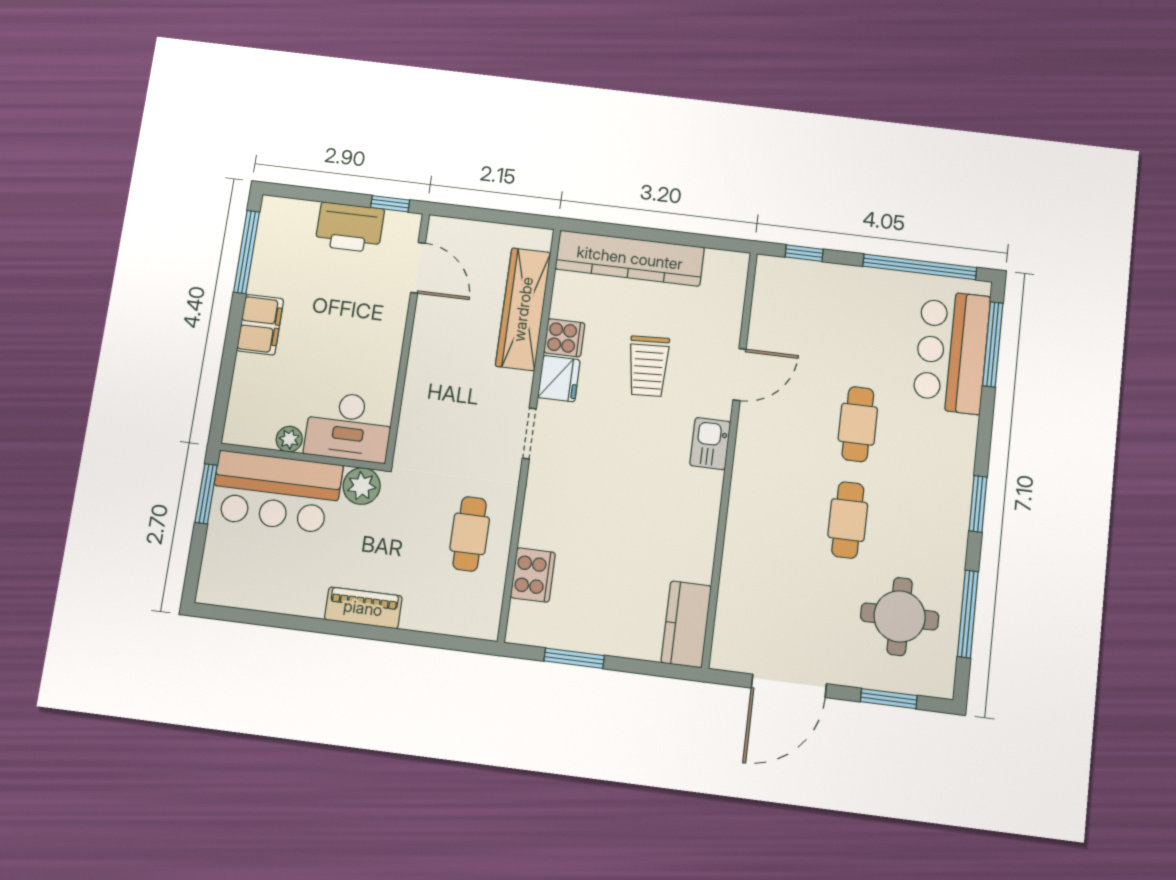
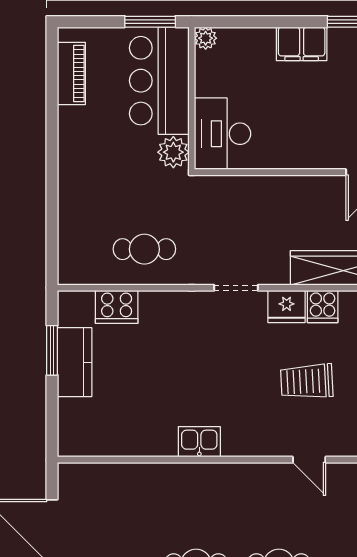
door: (740, 375) -> (309, 460), width x0.73
plant: (289, 439) -> (206, 38), moved
kitchen sink: (710, 444) -> (199, 442), moved
piano: (363, 608) -> (71, 74), moved
kitchen counter: (686, 624) -> (75, 362), moved, turned 90

